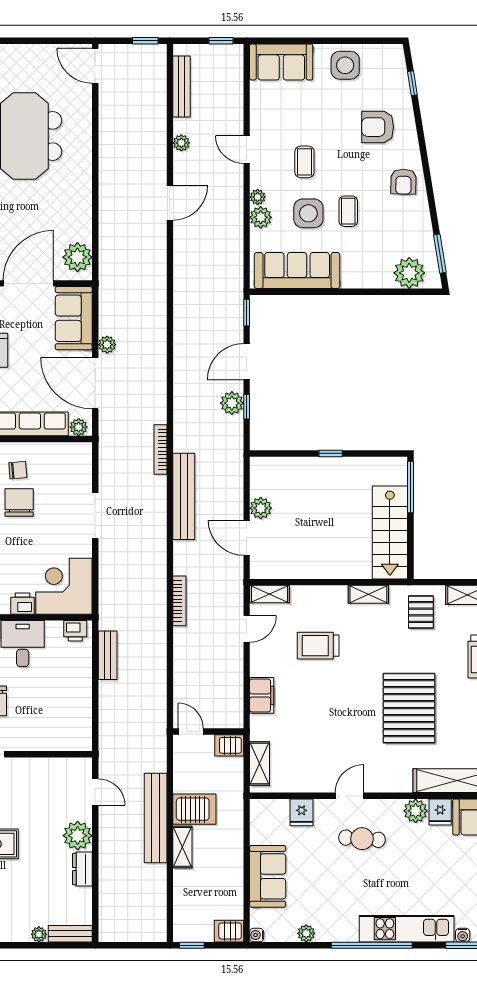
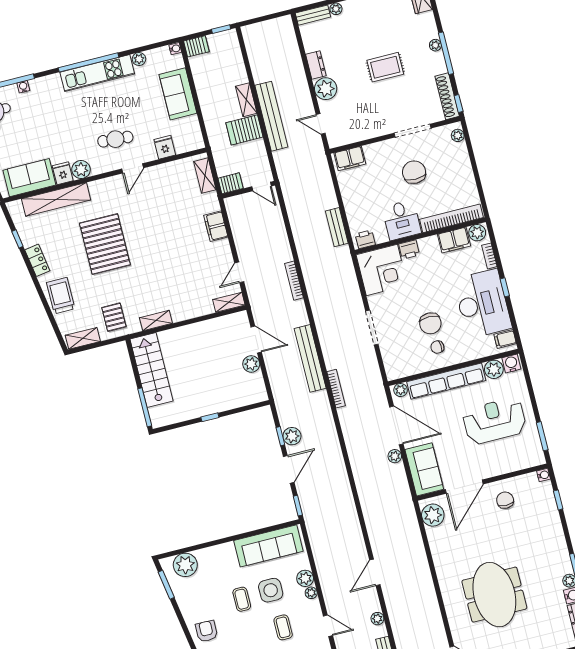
trolley: (318, 646) -> (183, 273), removed
filing cabinet: (69, 739) -> (350, 158), added
kitchen unit: (407, 929) -> (97, 73), moved

